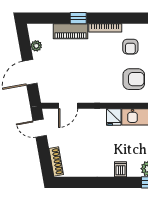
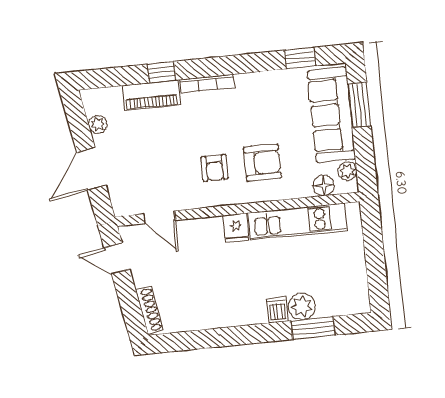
armchair: (130, 47) -> (215, 168), moved
door: (68, 106) -> (160, 217), hinge flipped
dishwasher: (120, 169) -> (277, 310), moved

